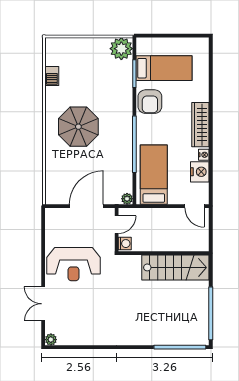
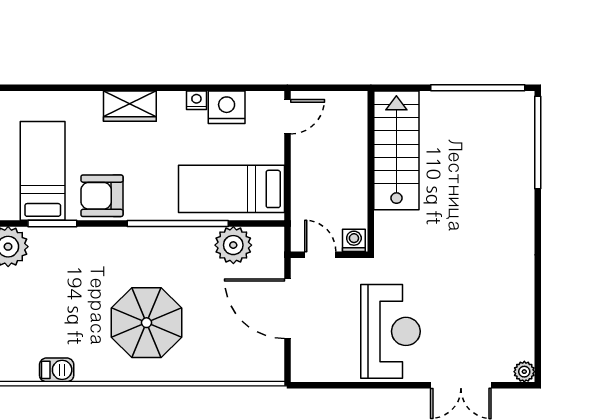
armchair: (150, 102) -> (102, 196), turned 180
wardrobe: (200, 125) -> (130, 106), width x0.67
plant: (127, 199) -> (233, 245), moved, width x1.88, depth x1.88

